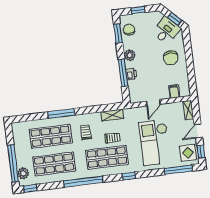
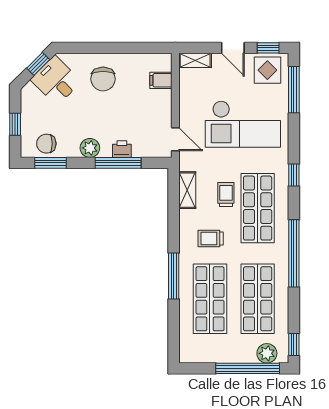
chair: (171, 58) -> (103, 79), turned 89
door: (153, 103) -> (175, 139), moved

